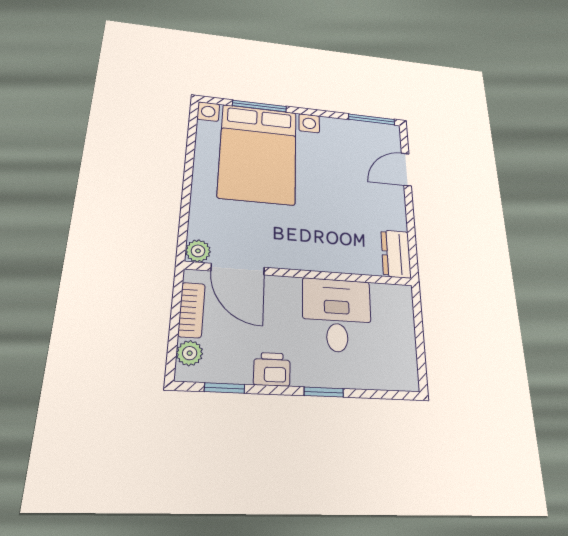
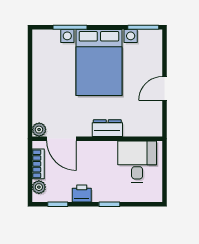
bed with nightstands: (258, 154) -> (99, 62), moved
door: (406, 169) -> (164, 89), moved
dresser: (396, 254) -> (107, 128), moved, turned 90
desk: (337, 315) -> (137, 162), moved

